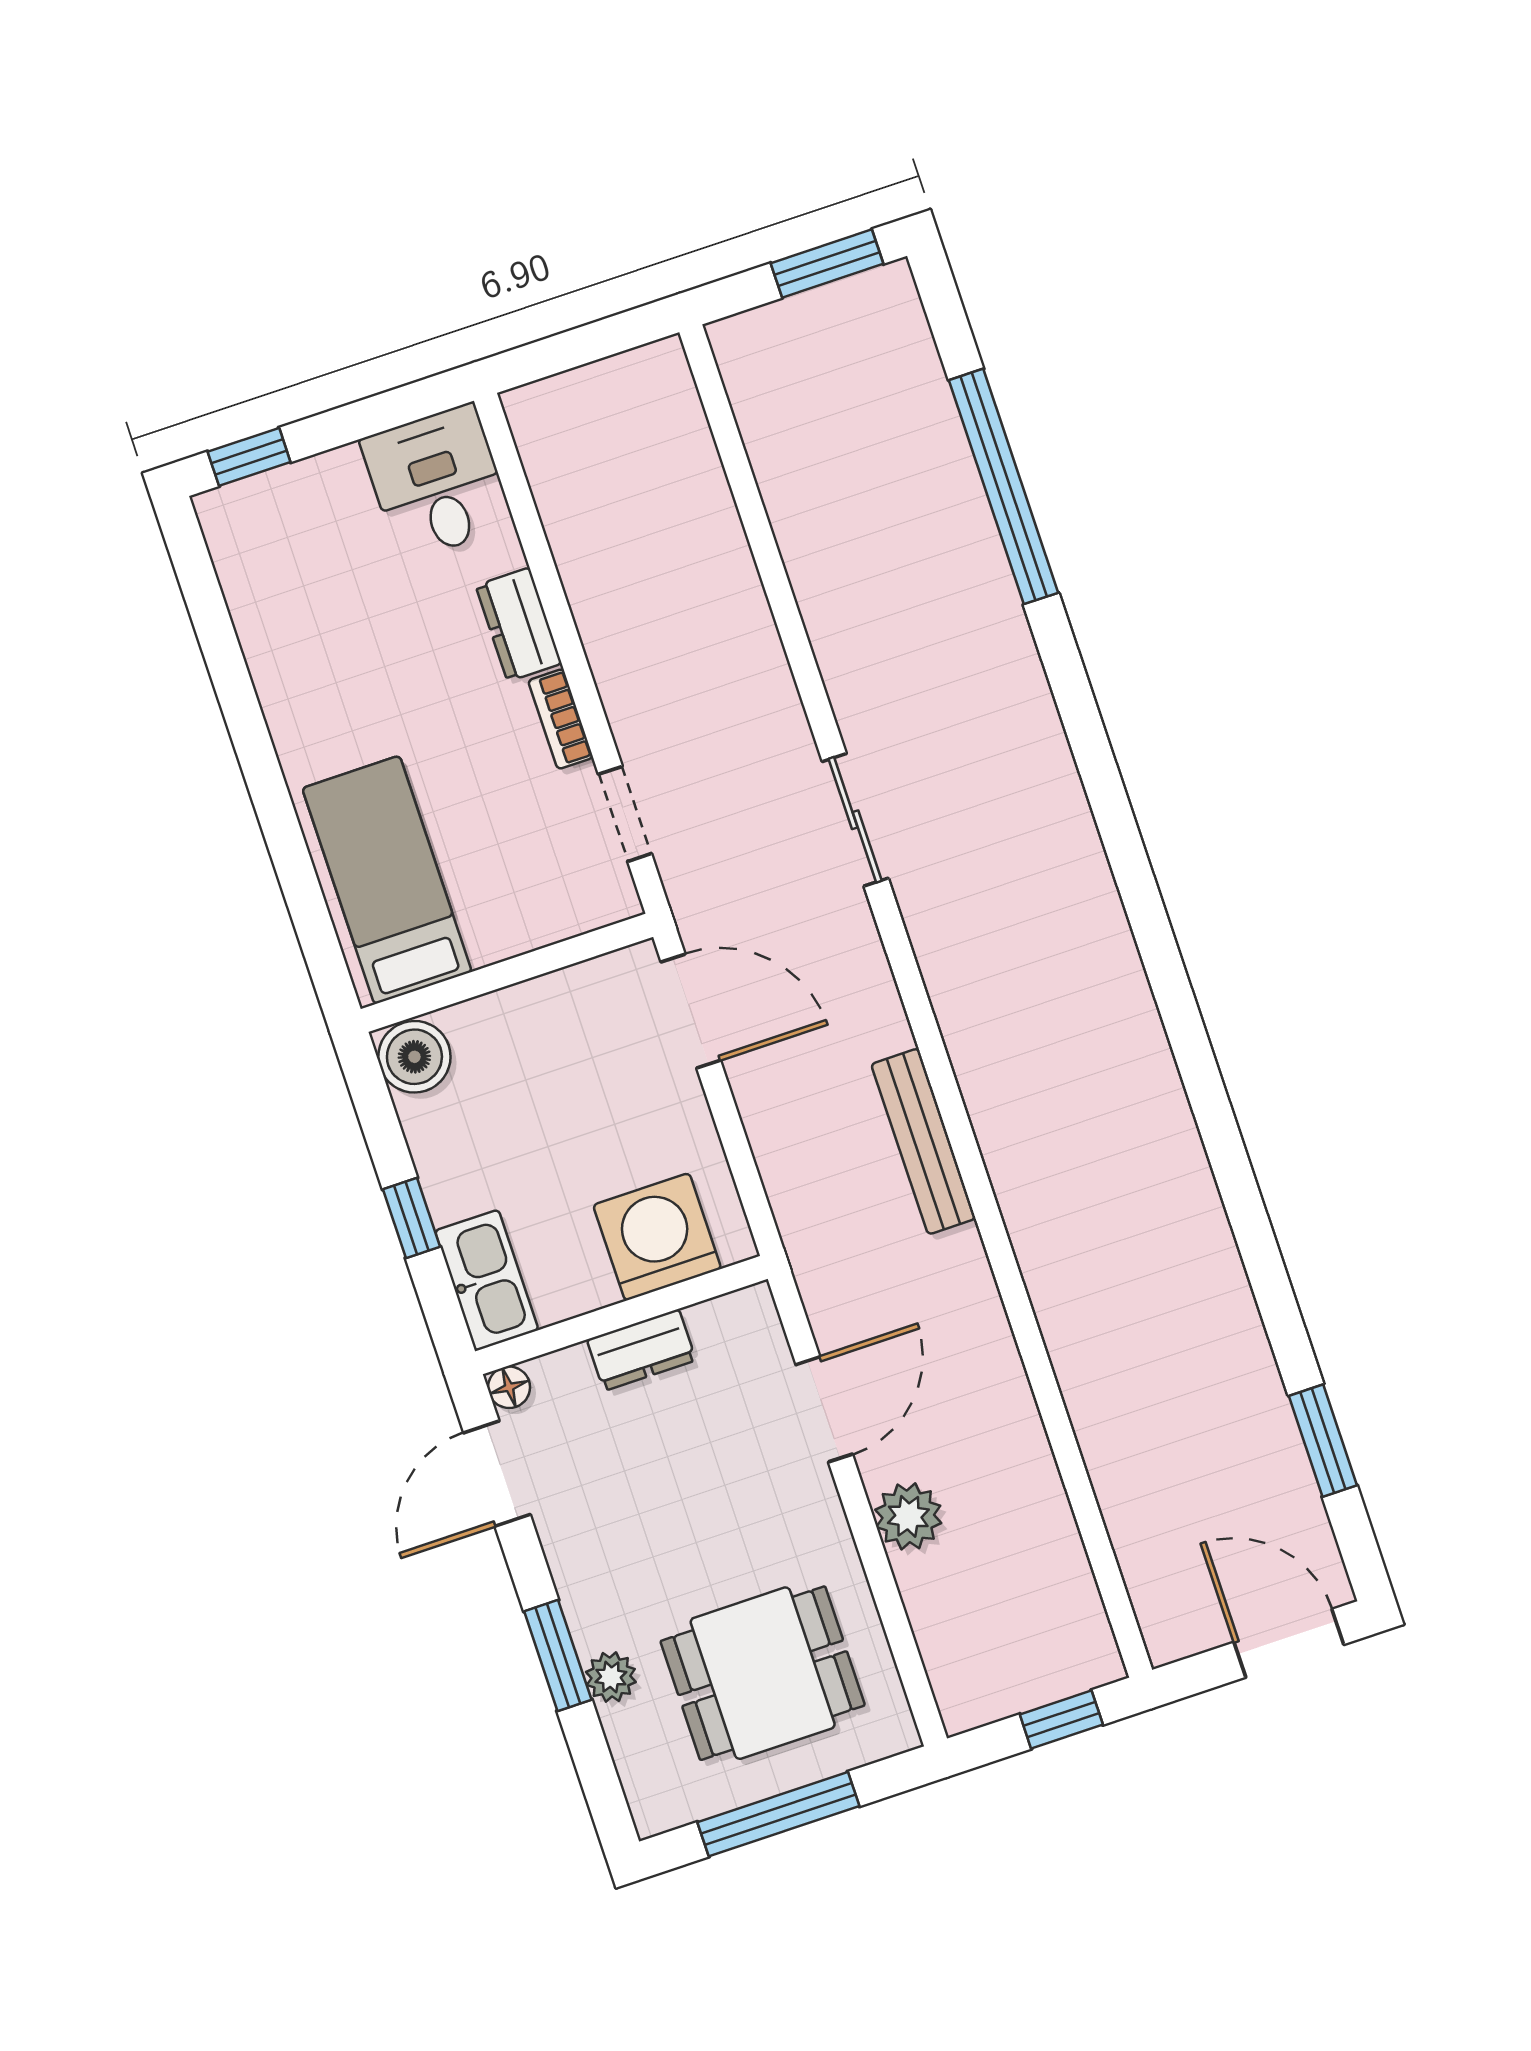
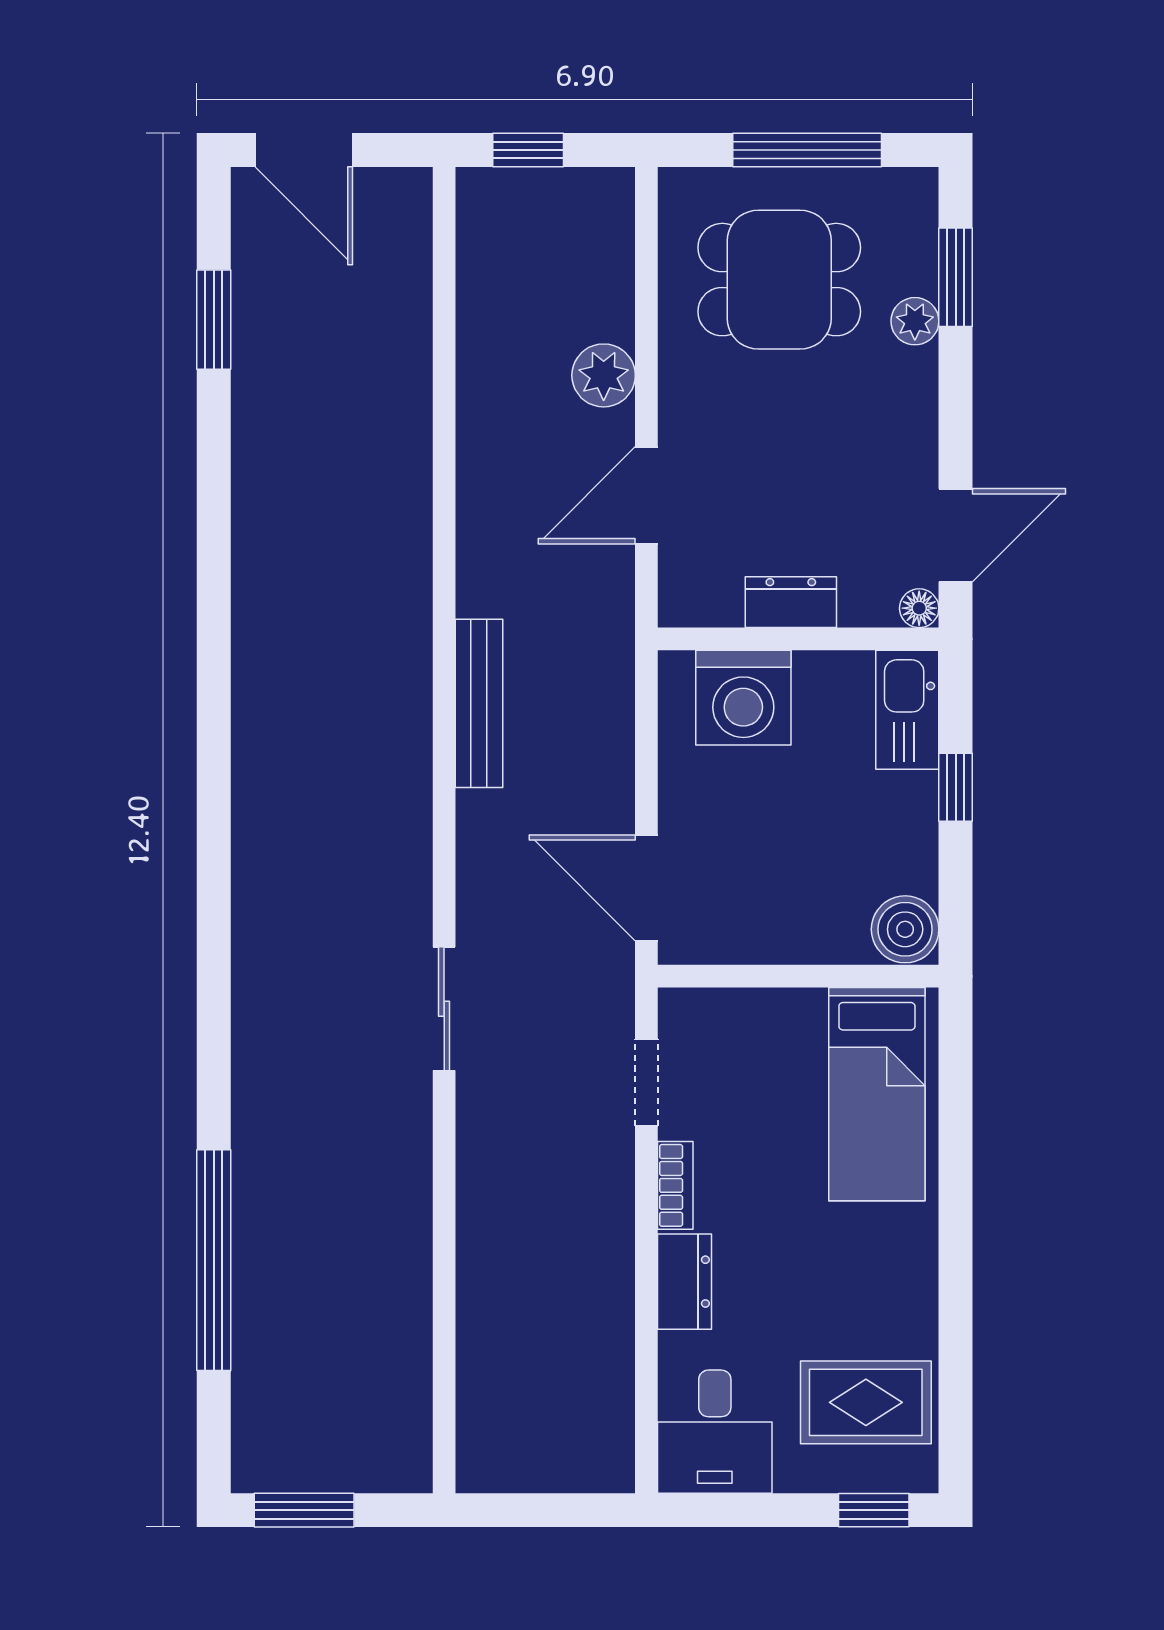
rug: (294, 564) -> (866, 1402), added
window: (558, 1655) -> (956, 277), moved

